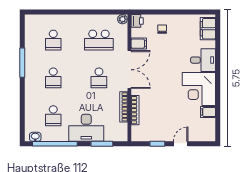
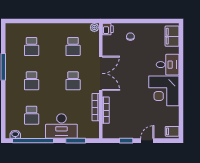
school desk: (99, 40) -> (73, 46), width x0.54
filing cabinet: (139, 44) -> (109, 50), removed
filing cabinet: (208, 112) -> (172, 131), moved

